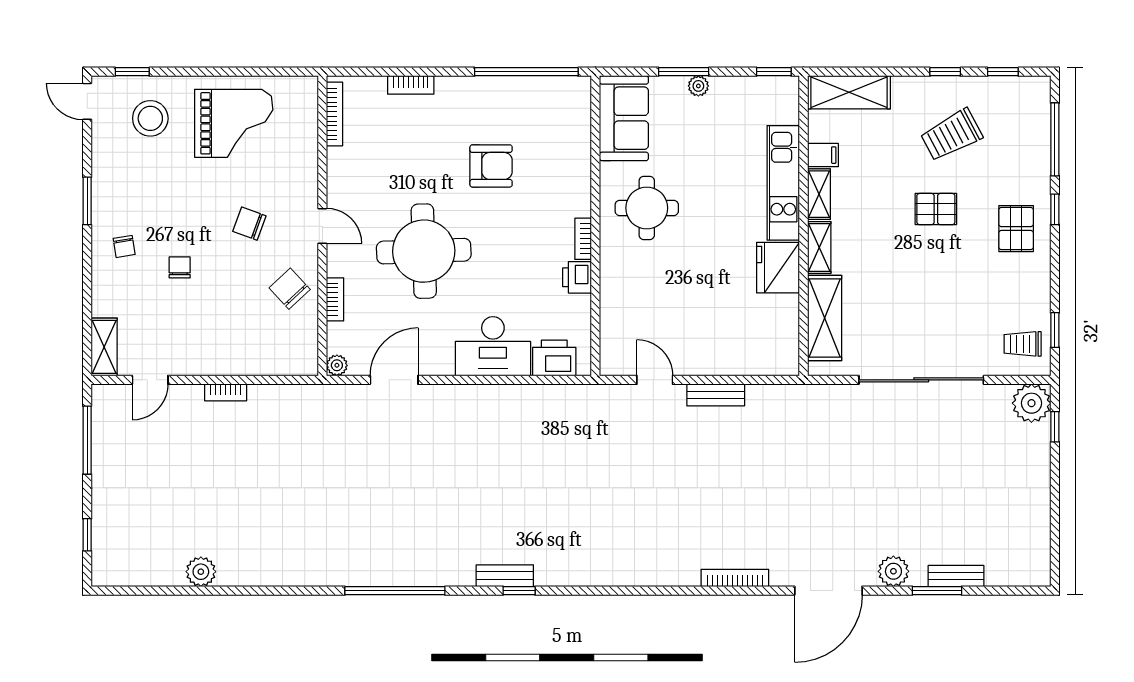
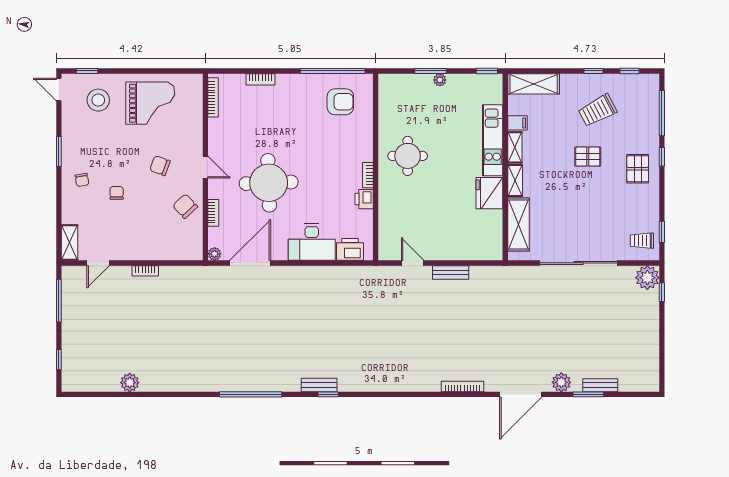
sofa: (624, 118) -> (393, 100), removed
armchair: (491, 166) -> (340, 102), moved
door: (394, 380) -> (250, 263), width x1.36

